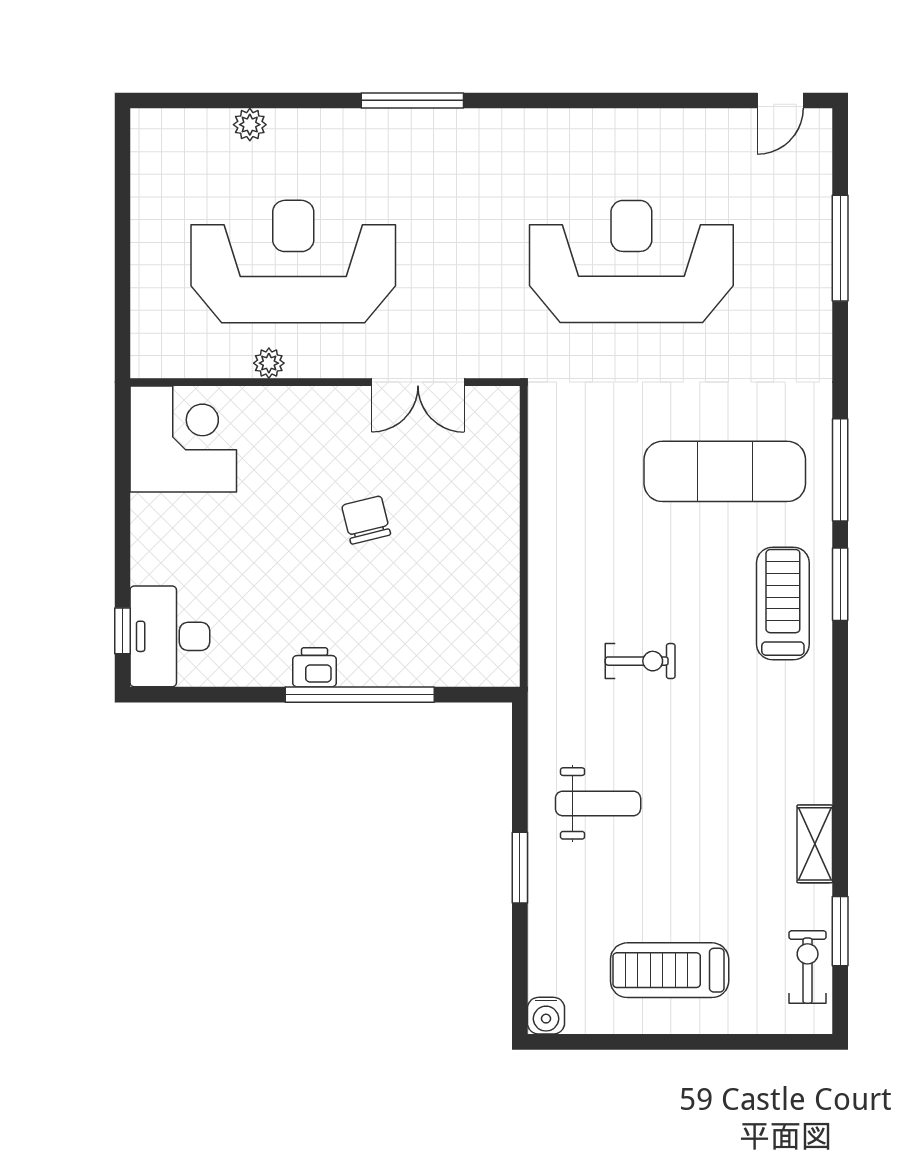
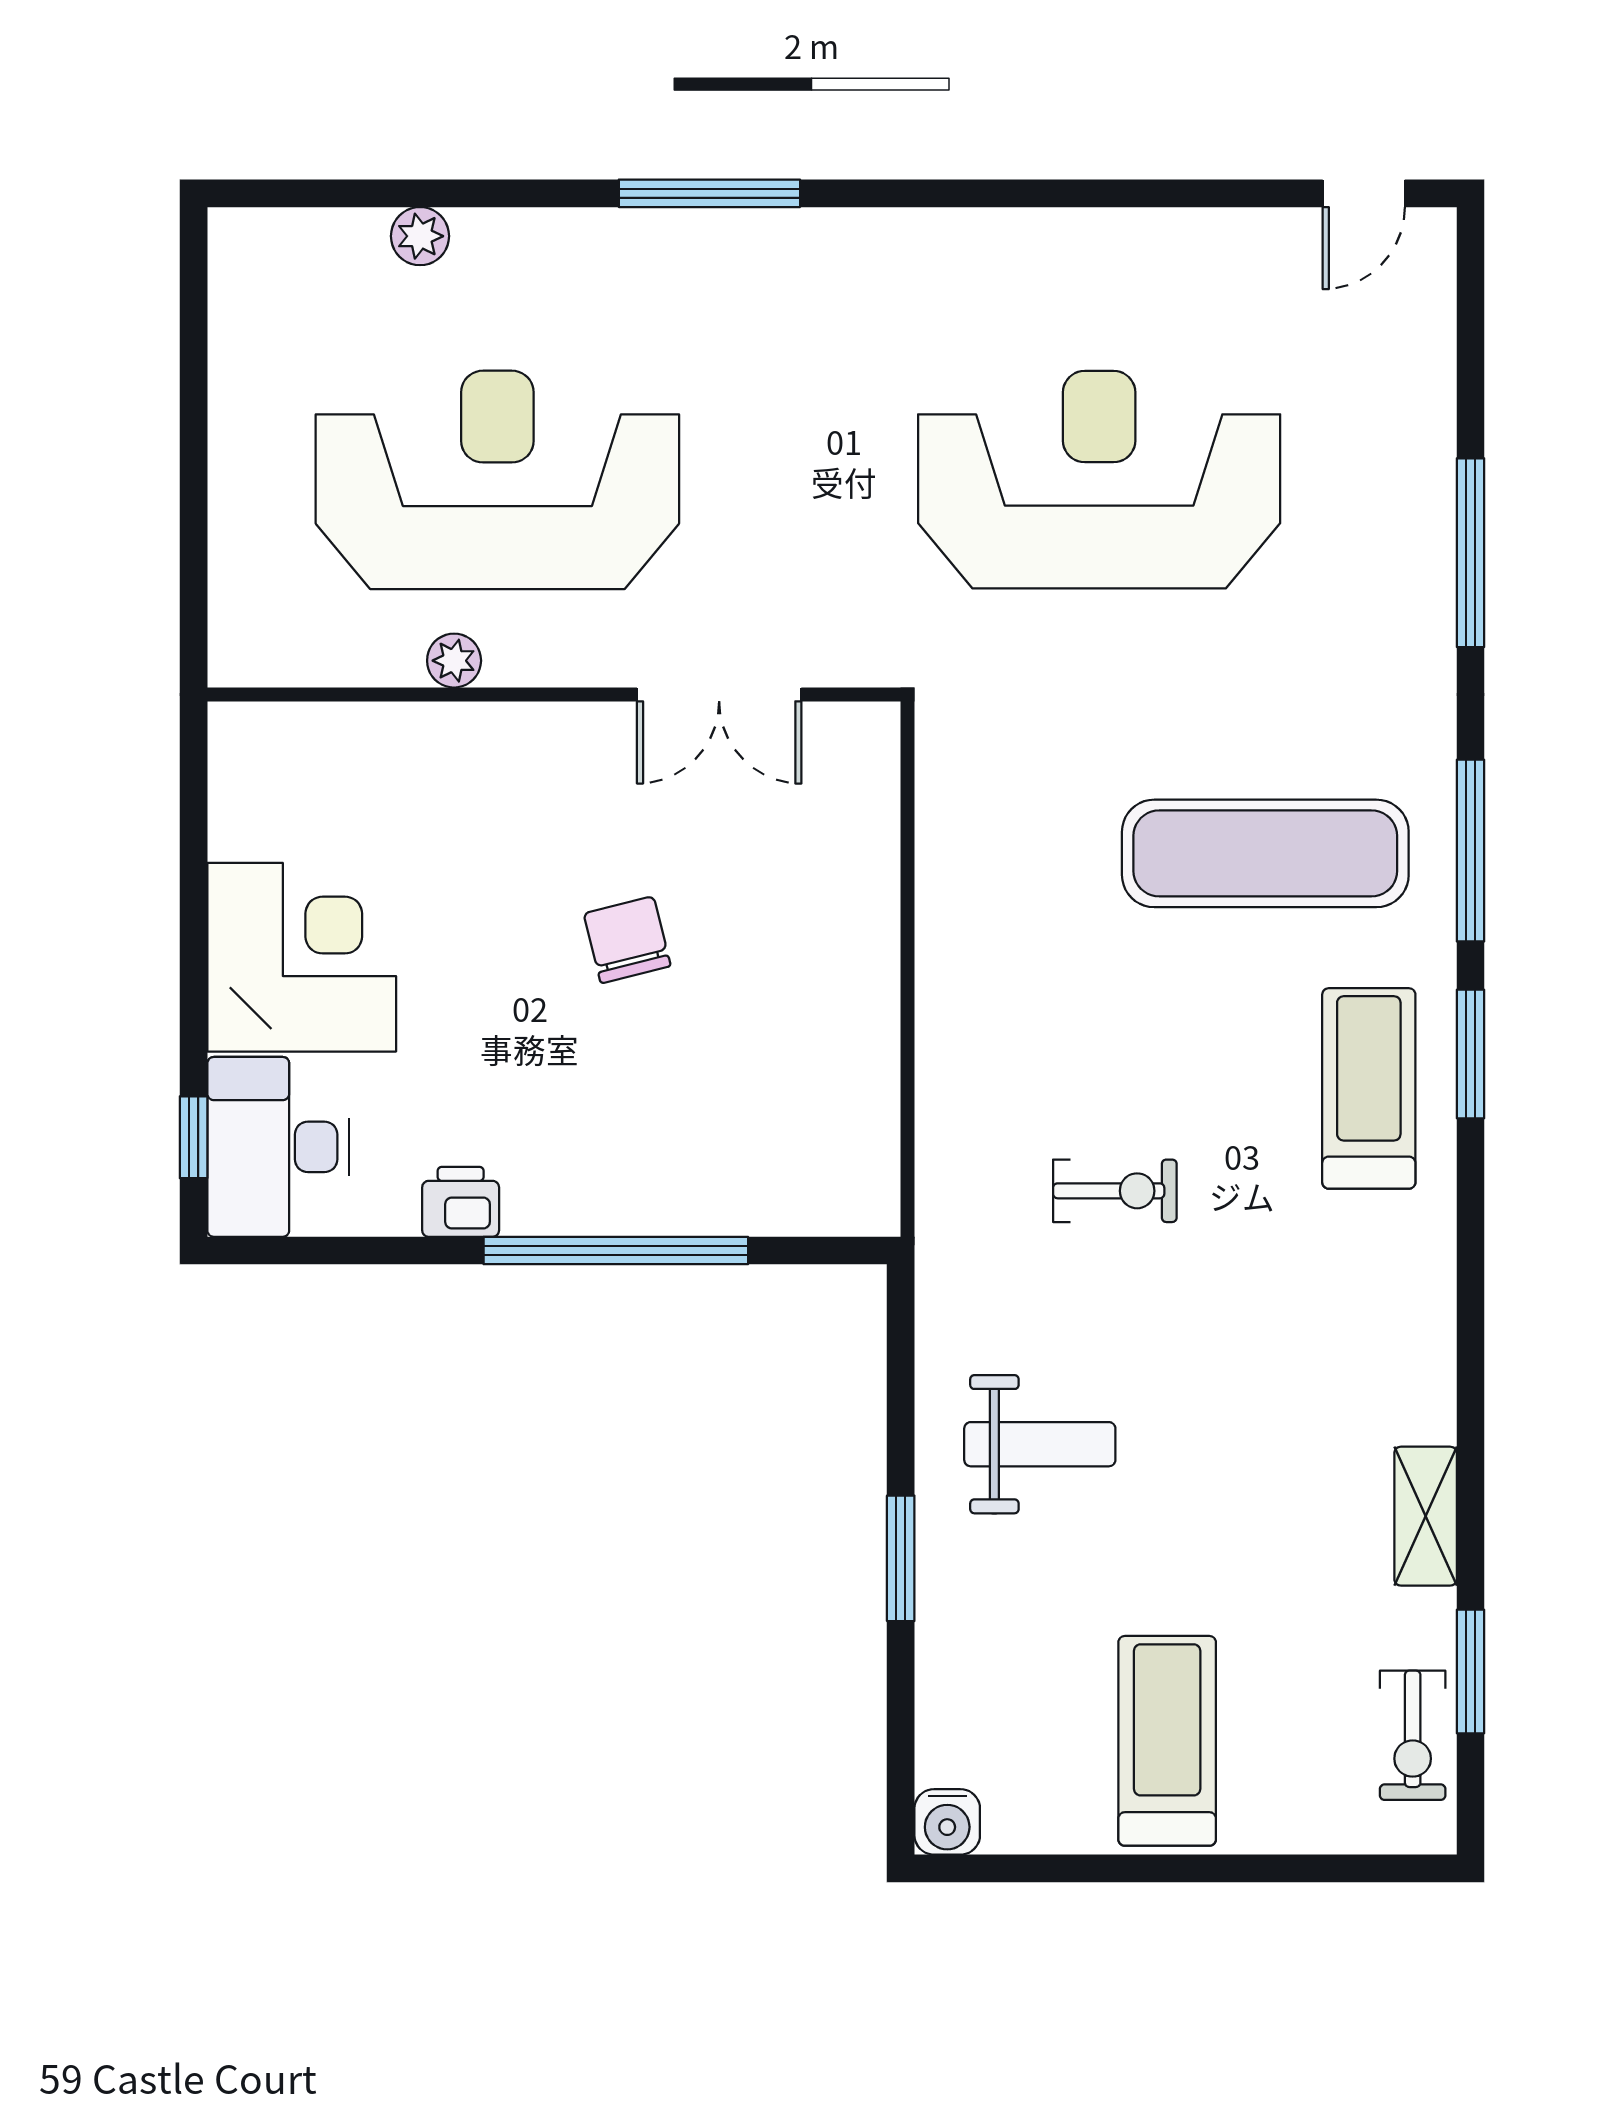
window: (840, 248) -> (1470, 553), moved
corner desk: (183, 439) -> (302, 957), moved
printer: (315, 667) -> (461, 1202), moved
exercise bike: (808, 967) -> (1413, 1735), turned 180
treadmill: (670, 970) -> (1167, 1741), turned 90

